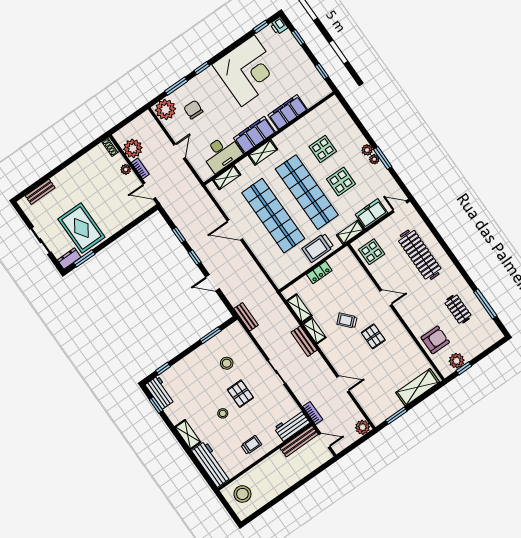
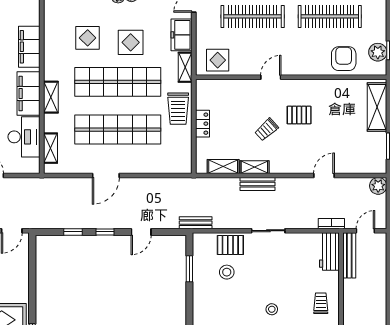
clothes rail: (458, 309) -> (330, 16), width x1.86, depth x1.31
pallet: (240, 394) -> (230, 245), moved

